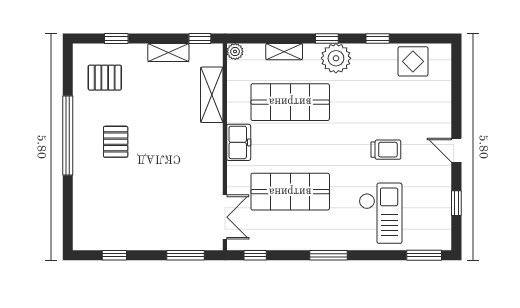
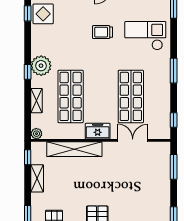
window: (378, 38) -> (28, 13), moved
shelving: (212, 95) -> (74, 149), width x1.47
trolley: (386, 150) -> (103, 32), turned -90
double door: (225, 217) -> (133, 140), moved

